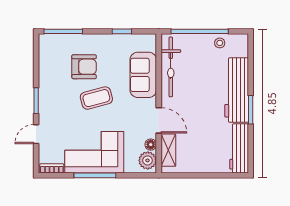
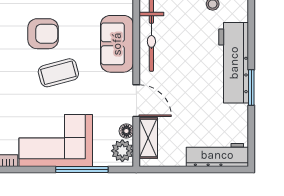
workbench: (239, 148) -> (217, 155), moved, turned 90
window: (95, 175) -> (82, 170), moved

